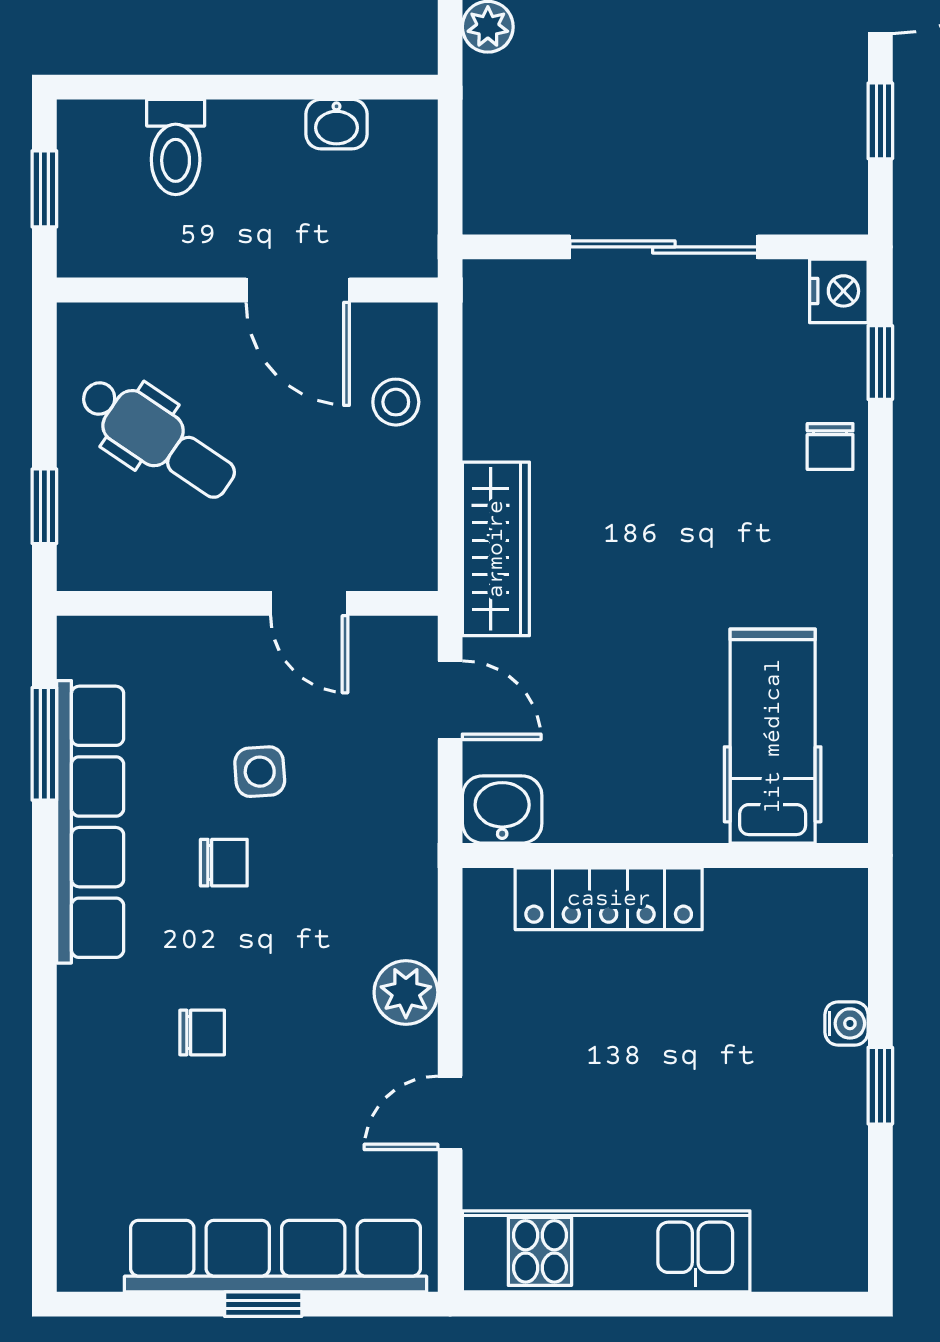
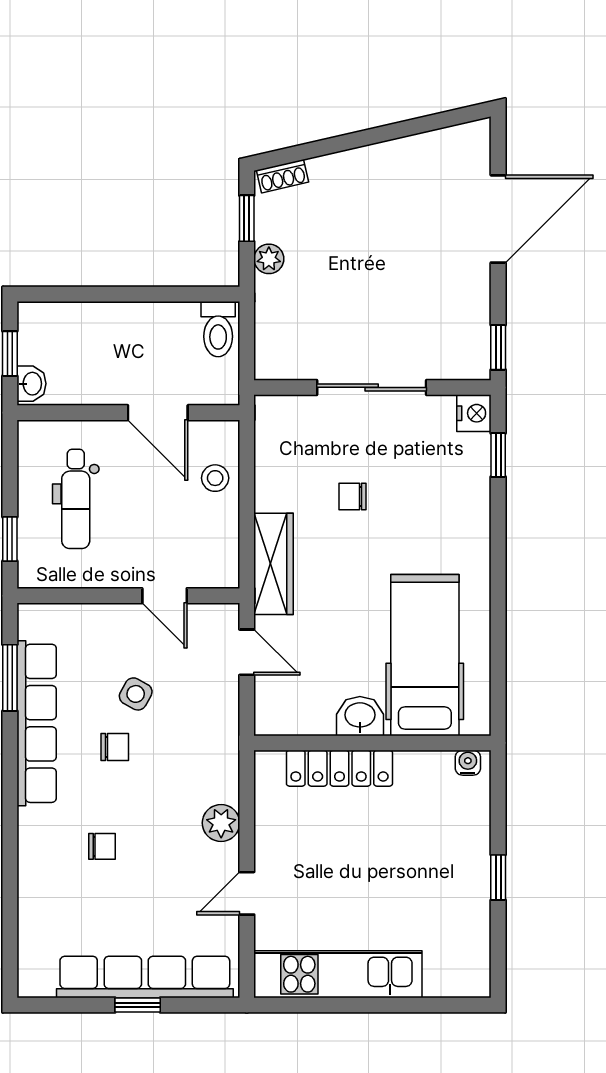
window: (880, 121) -> (498, 347), moved
washbasin: (336, 124) -> (31, 384), moved, turned -90
toilet: (176, 147) -> (218, 329), moved
dental chair: (157, 438) -> (76, 499), turned 56
chair: (830, 447) -> (353, 496), moved, turned 90
hospital bed: (773, 736) -> (425, 655), width x1.37, depth x1.29
side table: (260, 772) -> (136, 694), turned 33
washbasin: (502, 809) -> (360, 716), moved
water cooler: (846, 1023) -> (468, 763), moved, turned -90

